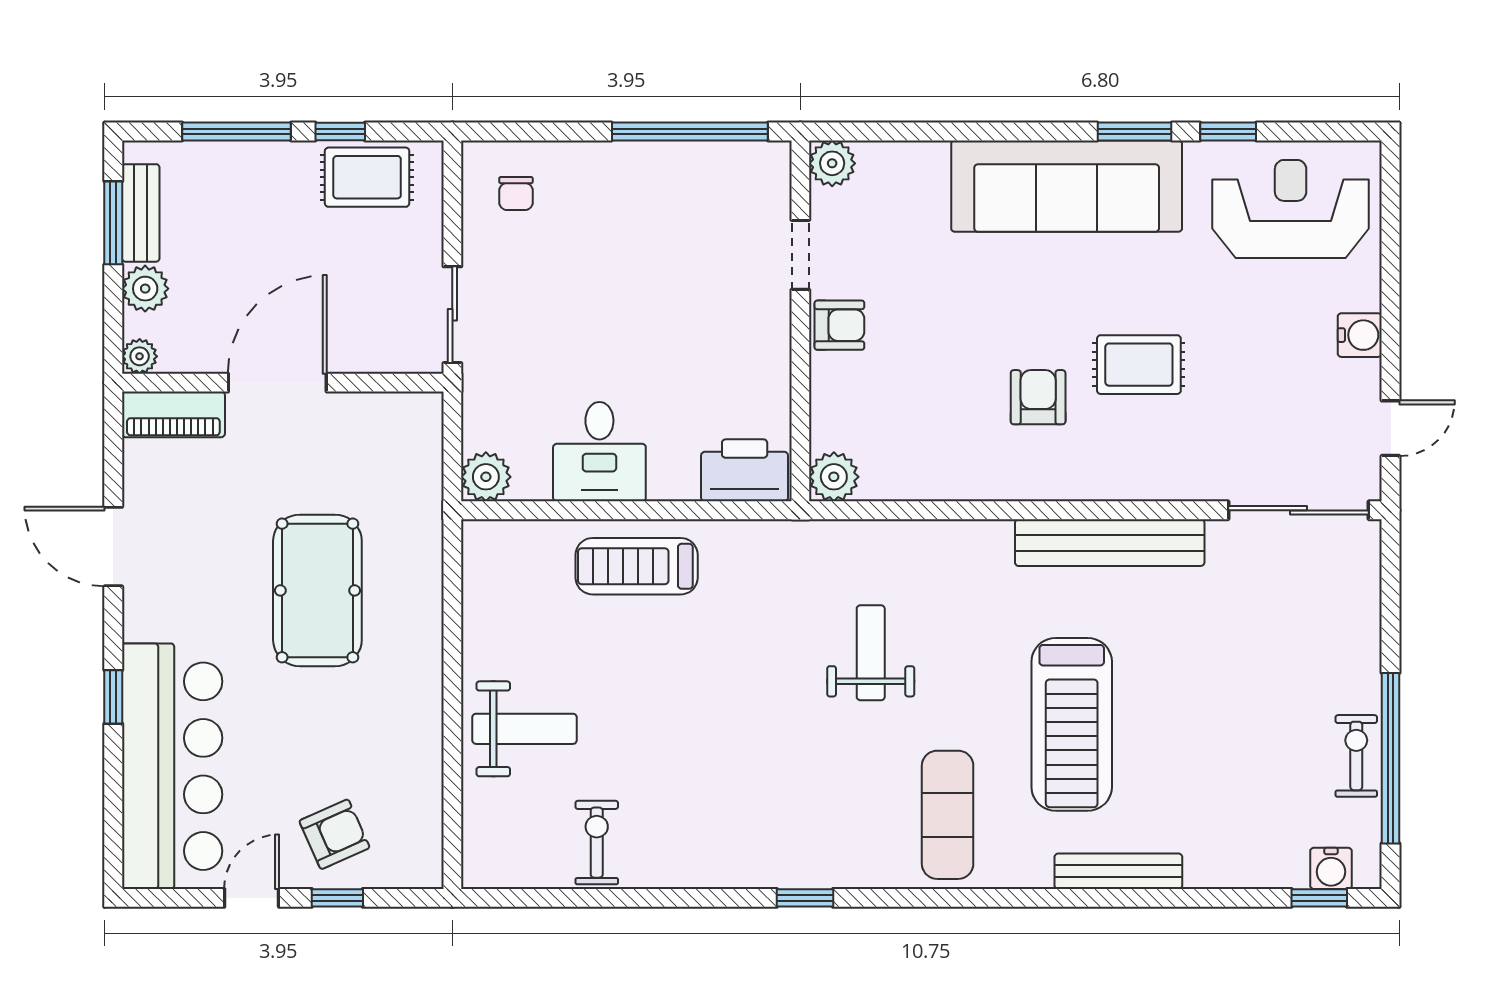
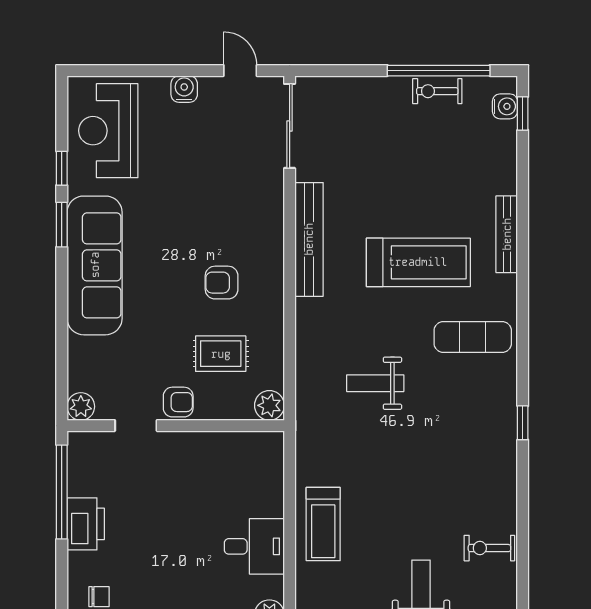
armchair: (839, 325) -> (178, 402), turned 90
rug: (1139, 365) -> (221, 354), moved, turned 90
printer: (745, 470) -> (86, 524), moved, turned 180

